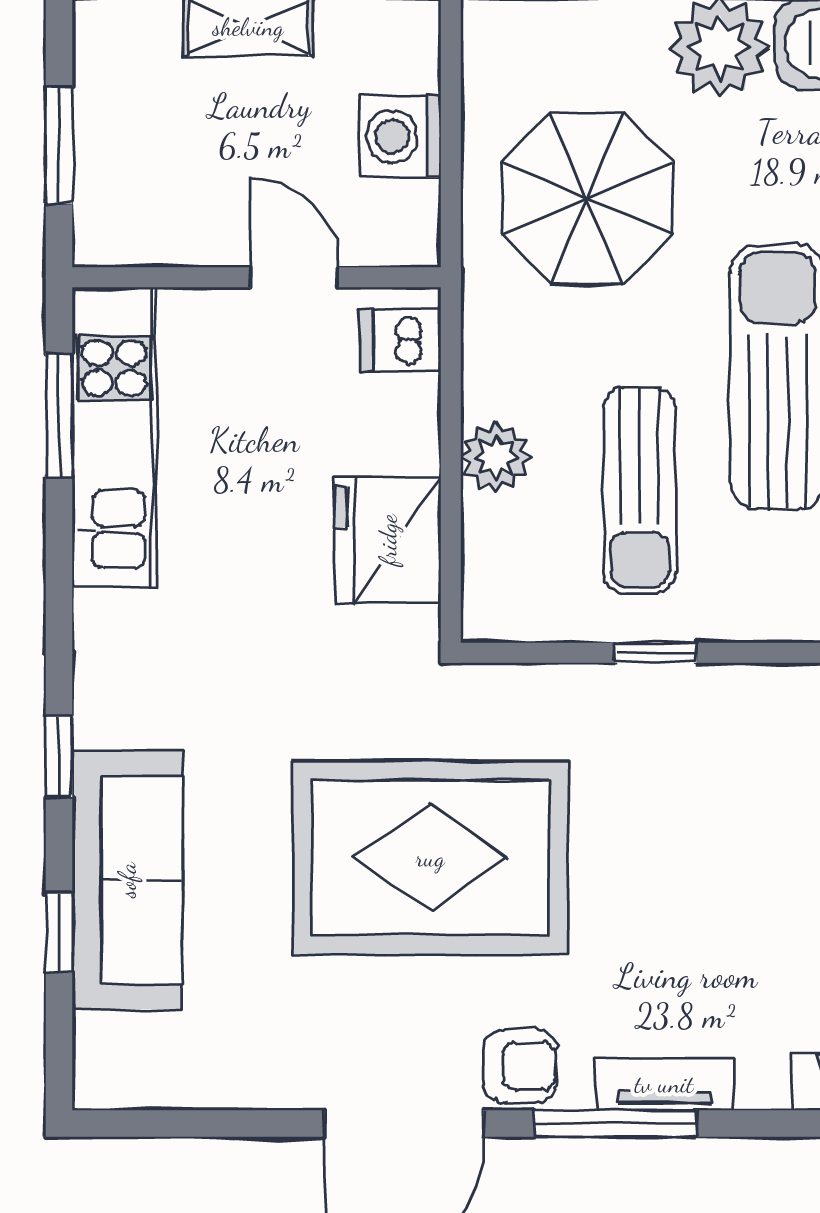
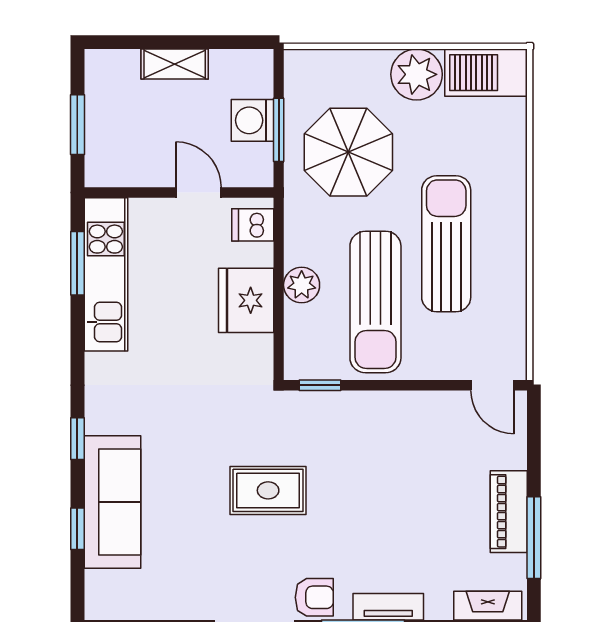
window: (451, 155) -> (279, 130), added
sun lounger: (640, 491) -> (375, 302), width x1.36, depth x1.34
fridge: (388, 540) -> (246, 300), moved
window: (656, 653) -> (320, 385), moved
rug: (430, 858) -> (268, 490), width x0.54, depth x0.49

